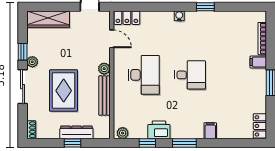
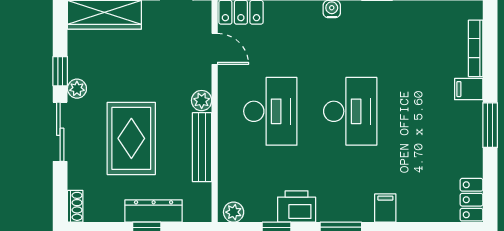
desk: (190, 75) -> (350, 111), width x1.37

